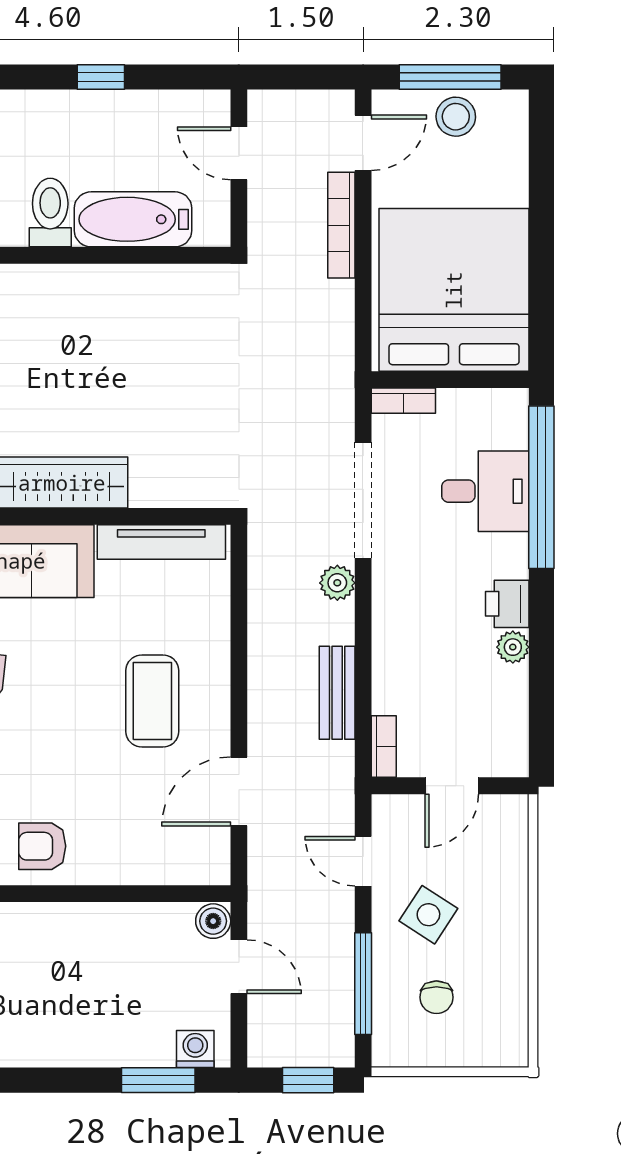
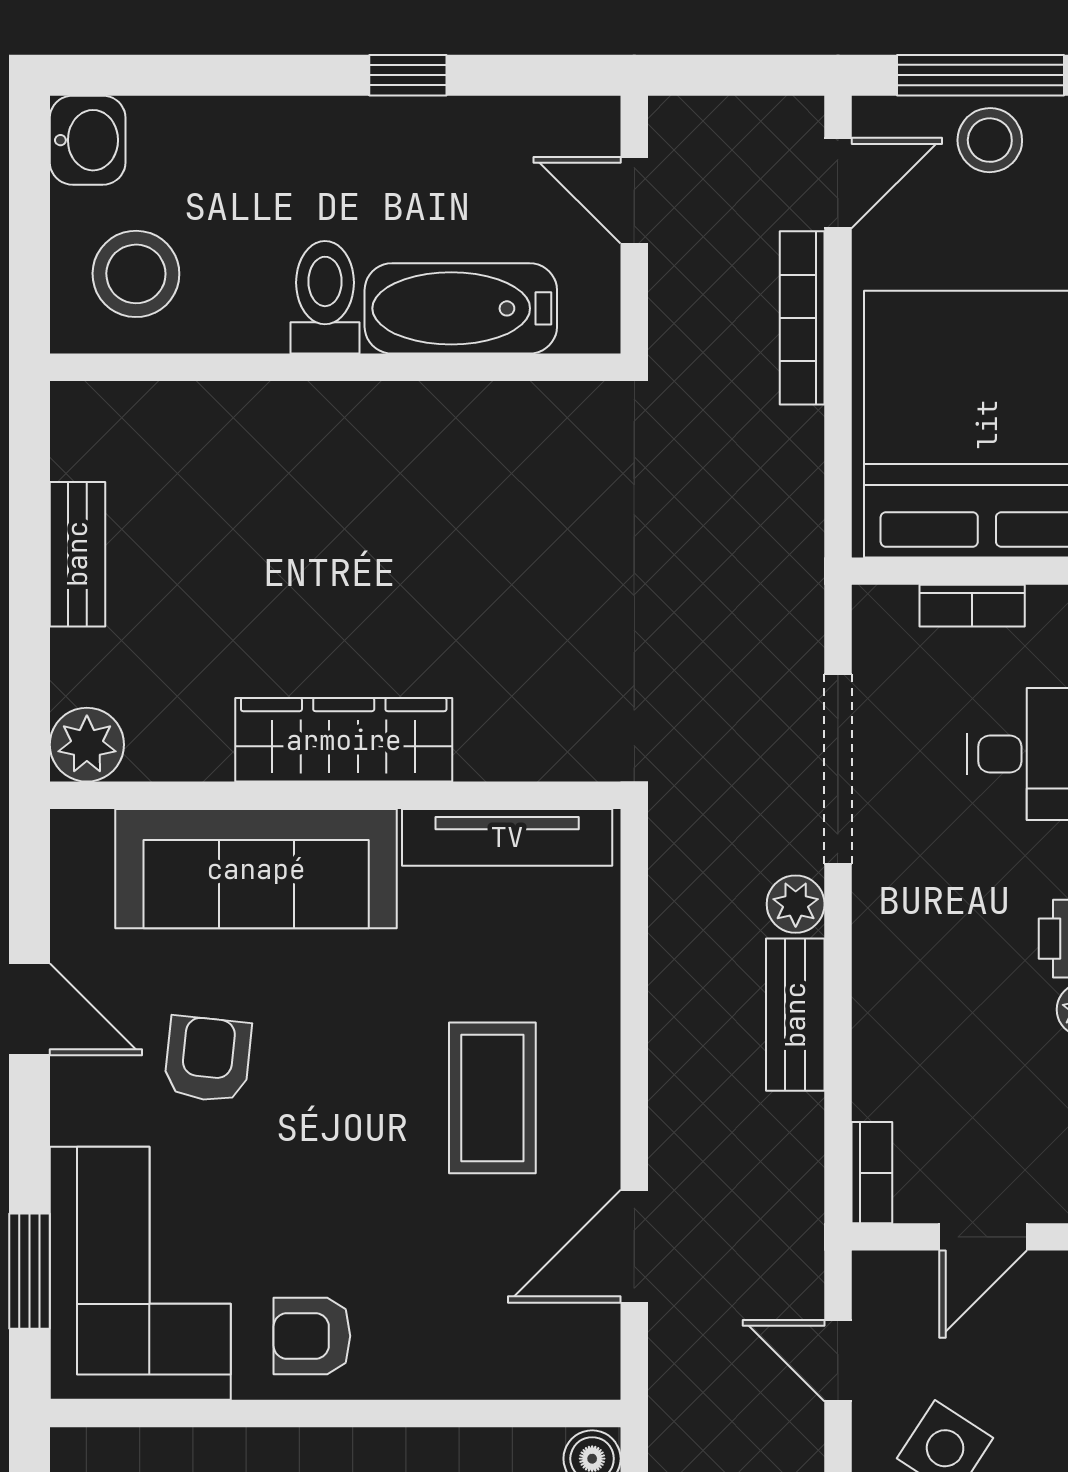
bookcase: (403, 401) -> (972, 606), moved
bench: (337, 693) -> (795, 1015), moved

